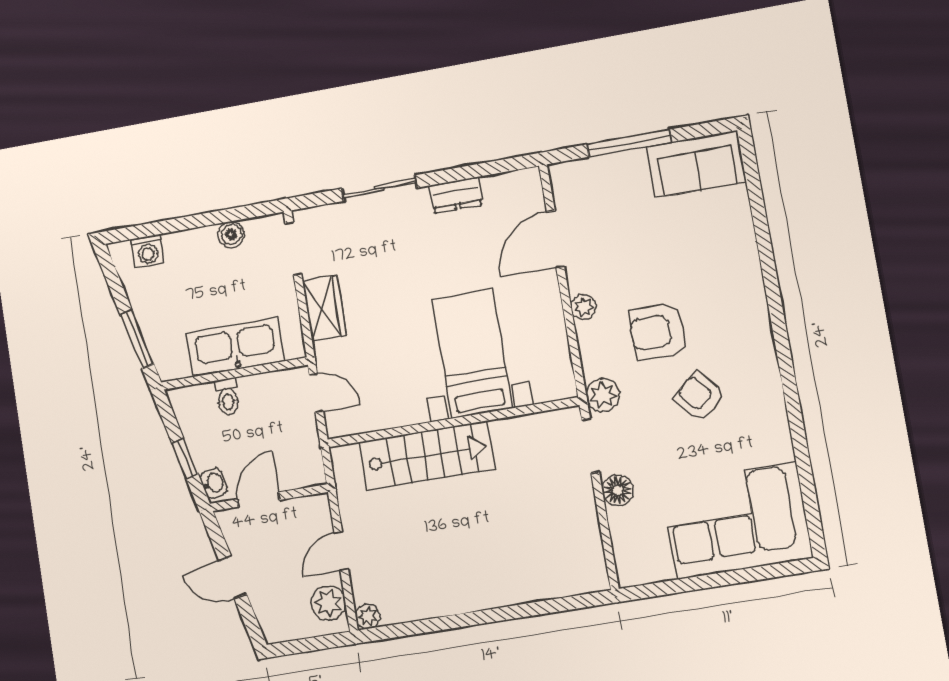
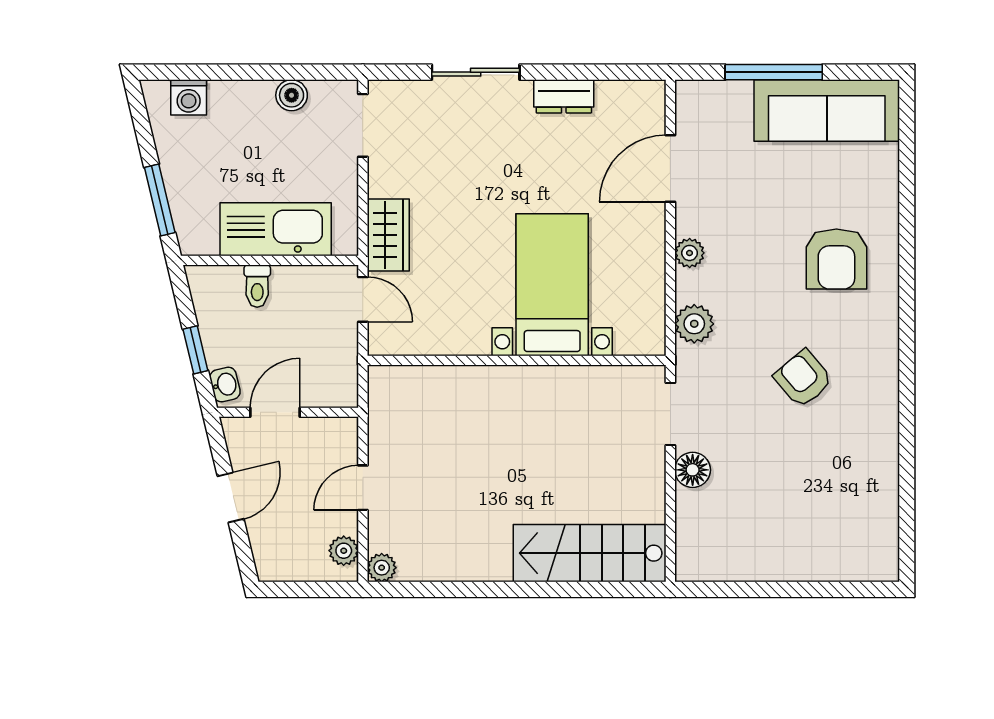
sofa: (696, 164) -> (827, 110), width x1.36
wardrobe: (324, 308) -> (388, 235), moved
armchair: (658, 331) -> (836, 259), moved, turned -90
plant: (603, 395) -> (694, 324), moved
stairs: (427, 455) -> (590, 553), moved, turned 180
corner sofa: (737, 520) -> (821, 526), removed
door: (233, 577) -> (231, 498), swing flipped
plant: (328, 603) -> (344, 551), width x0.73, depth x0.73

